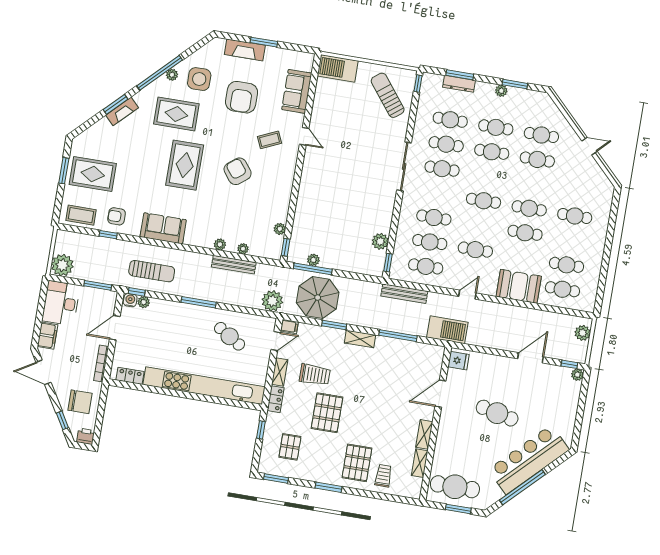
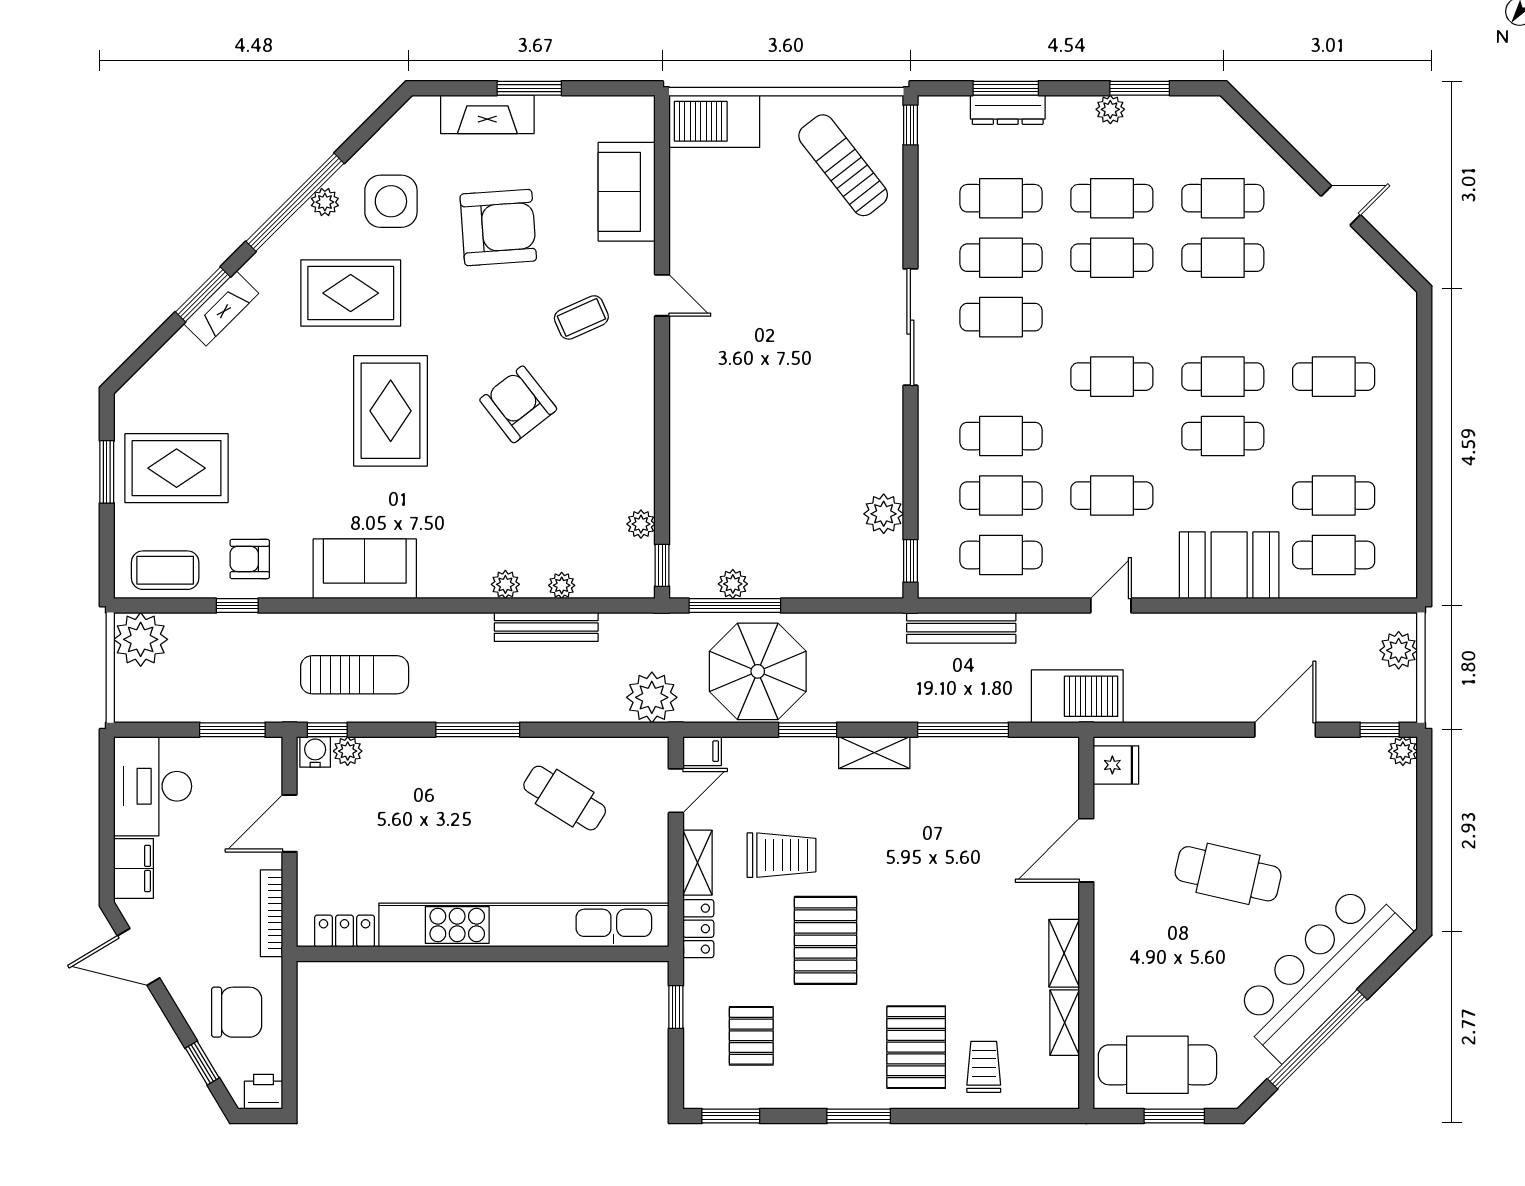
armchair: (242, 97) -> (498, 228), turned -94
plant: (62, 265) -> (141, 639), moved

